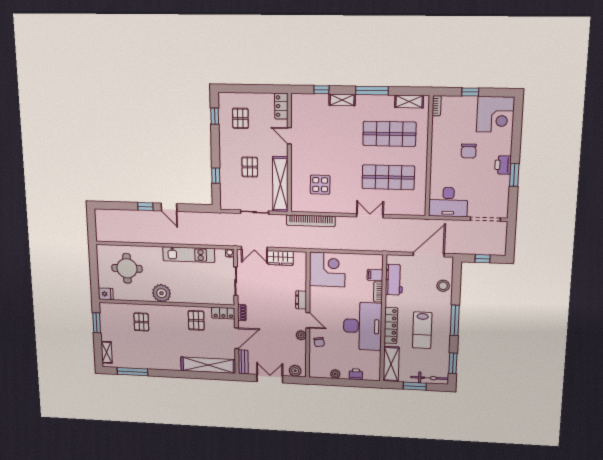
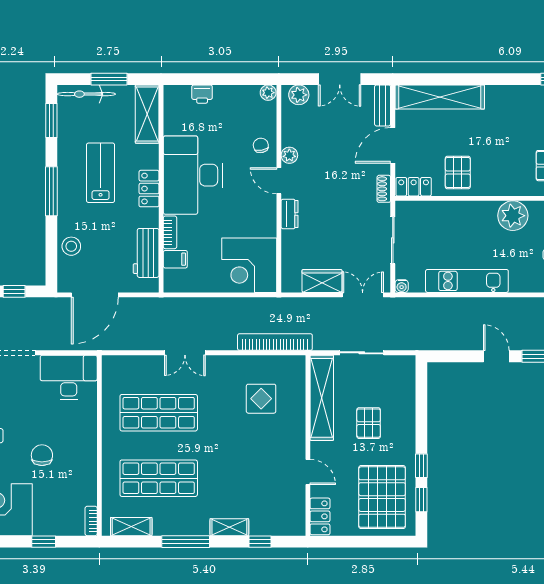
pallet: (240, 118) -> (382, 497), width x2.05, depth x2.00
window: (216, 176) -> (421, 466), moved
locker: (391, 325) -> (149, 189), width x0.66
plant: (335, 374) -> (268, 93), moved

